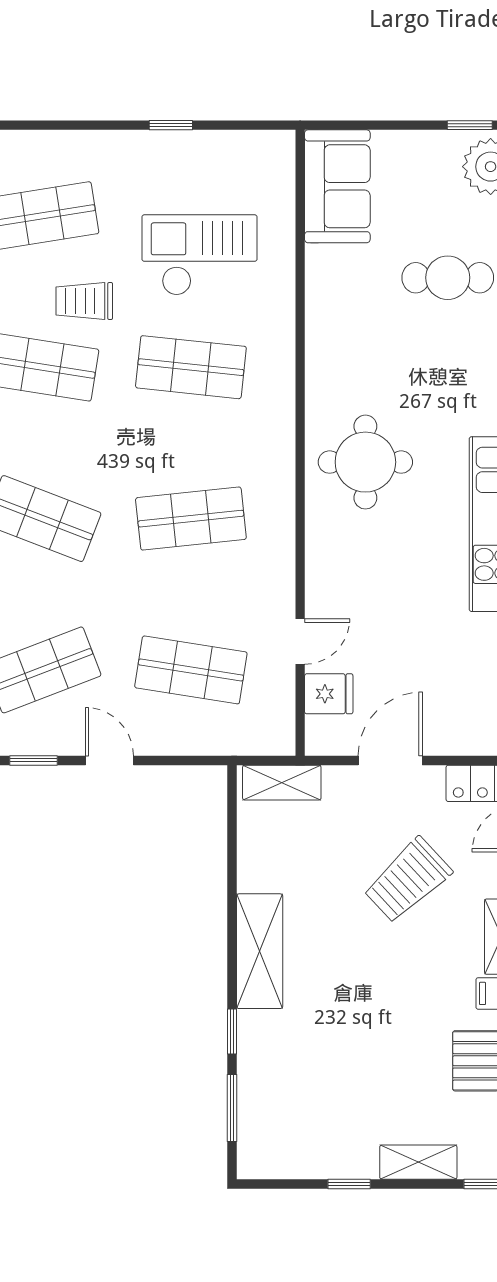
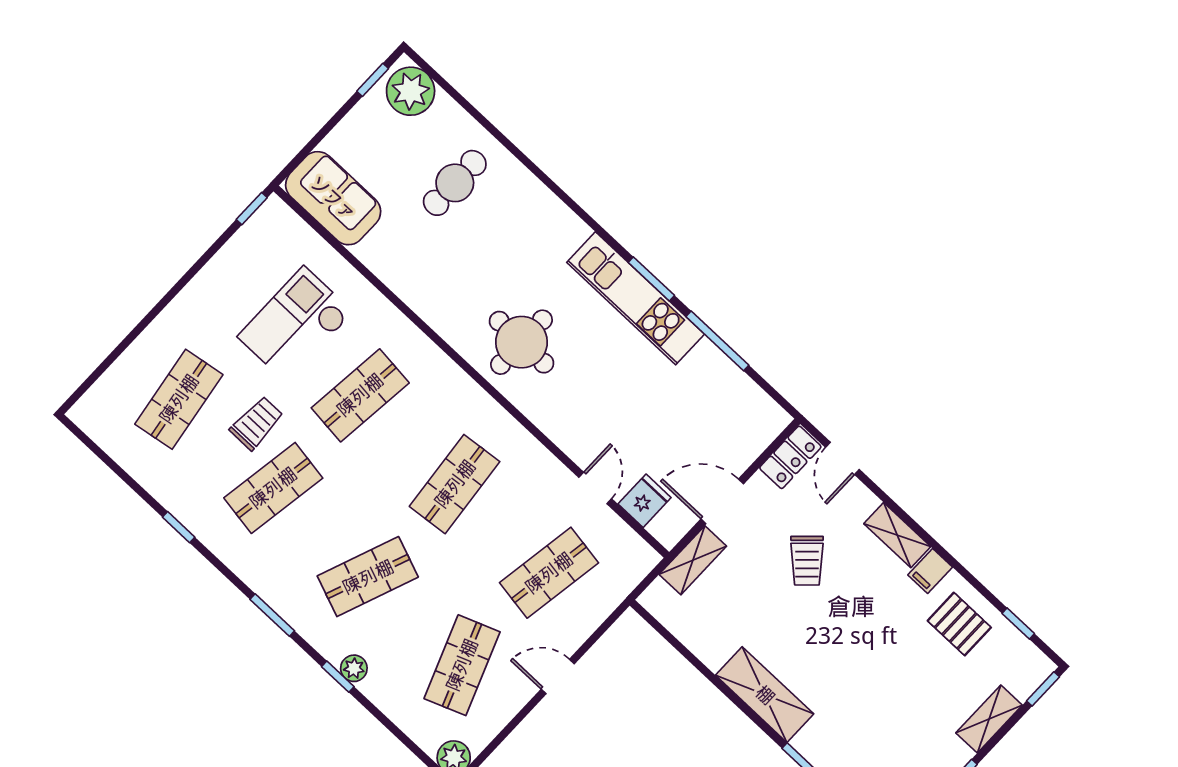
window: (171, 125) -> (252, 209), moved
trolley: (84, 301) -> (257, 423), turned 180
window: (33, 760) -> (513, 724), removed
door: (390, 760) -> (722, 501), hinge flipped
shelving: (282, 783) -> (693, 560), moved
trolley: (408, 880) -> (807, 561), width x0.73, depth x0.72

